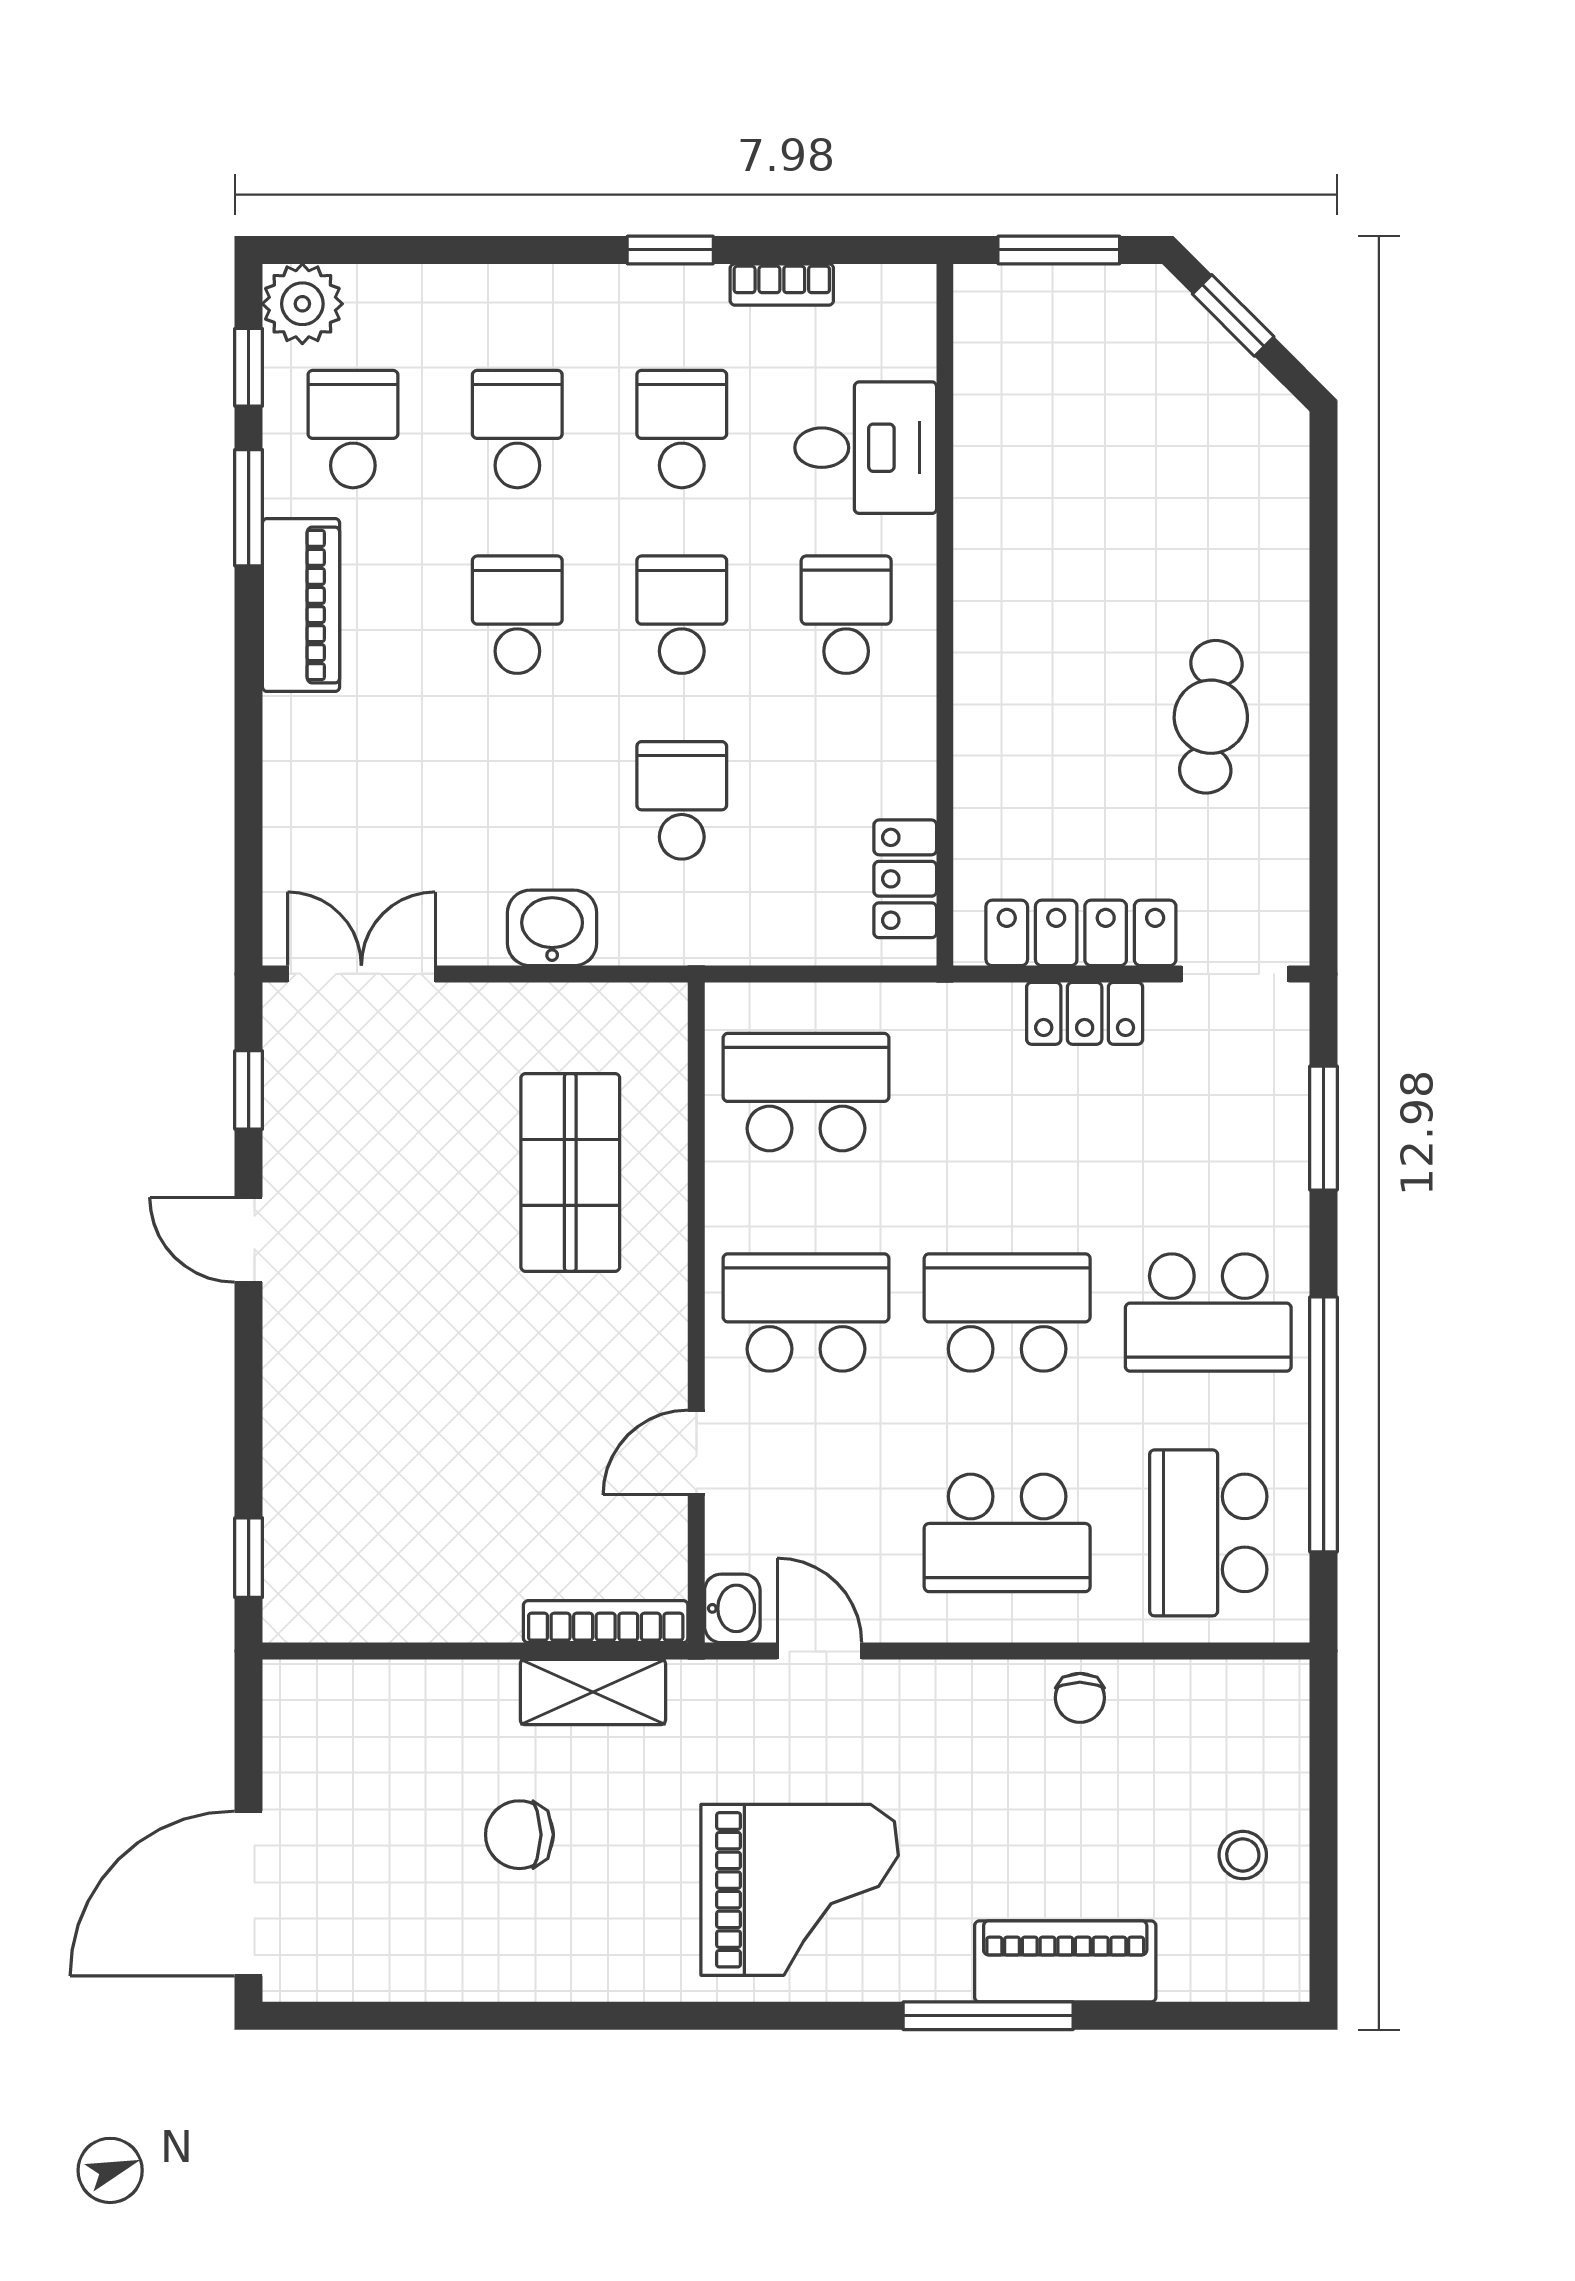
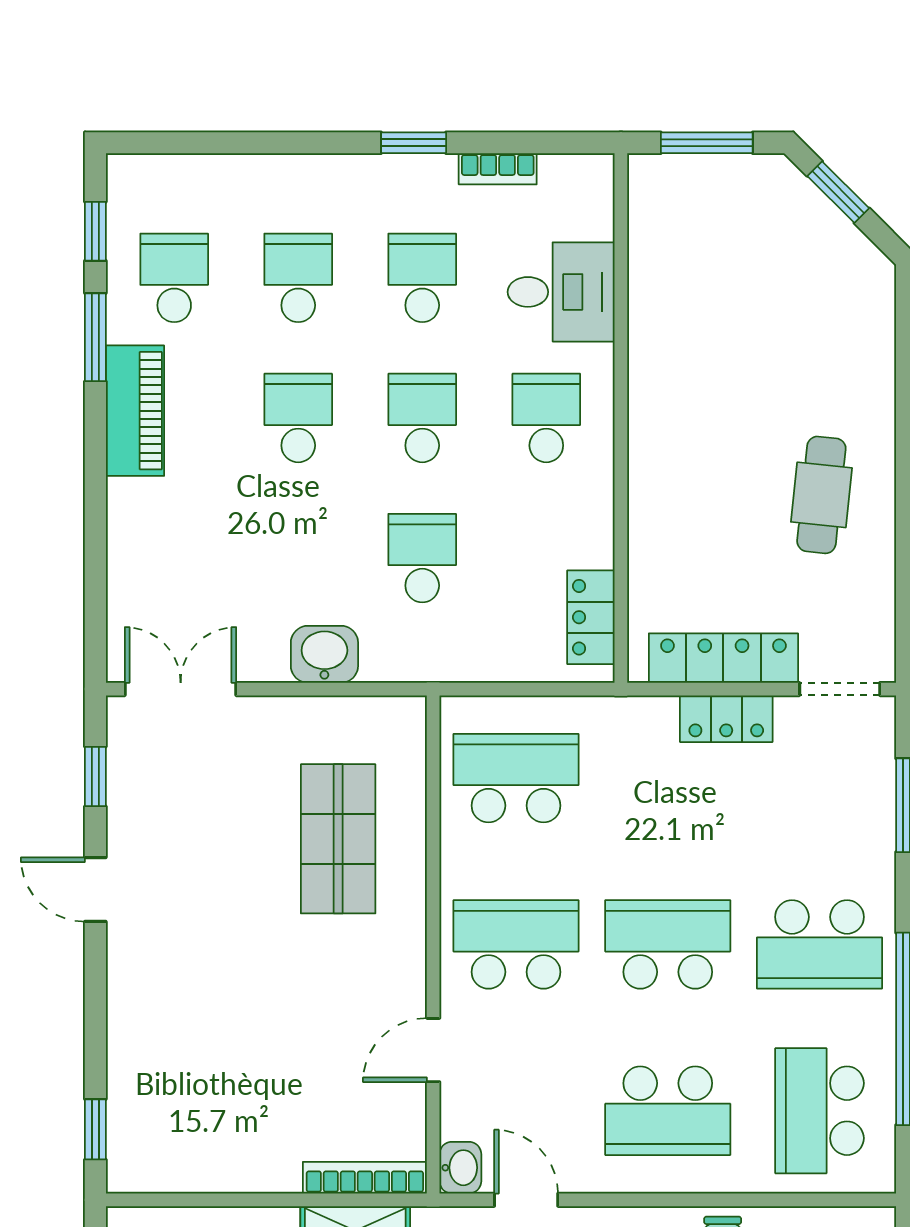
plant: (302, 304) -> (136, 183), removed

